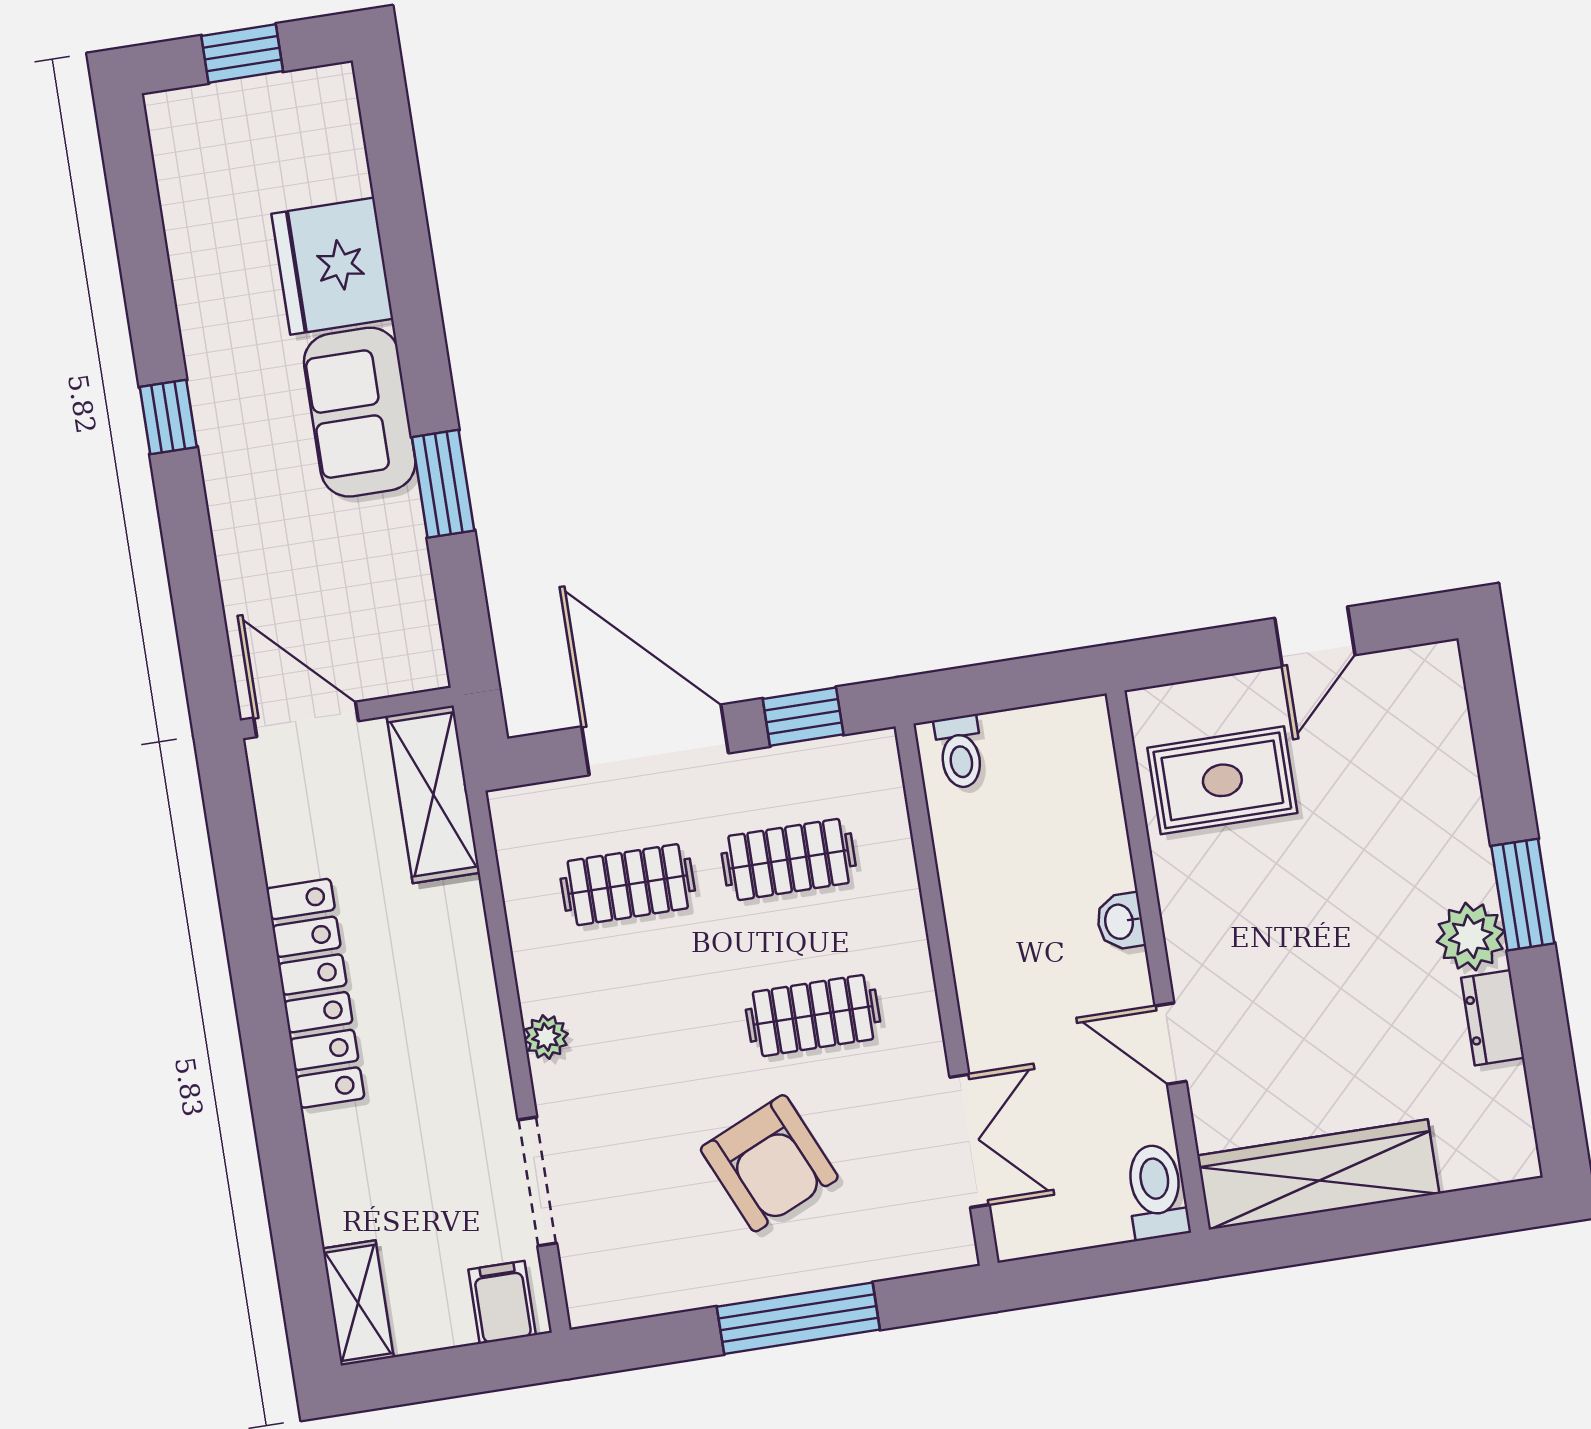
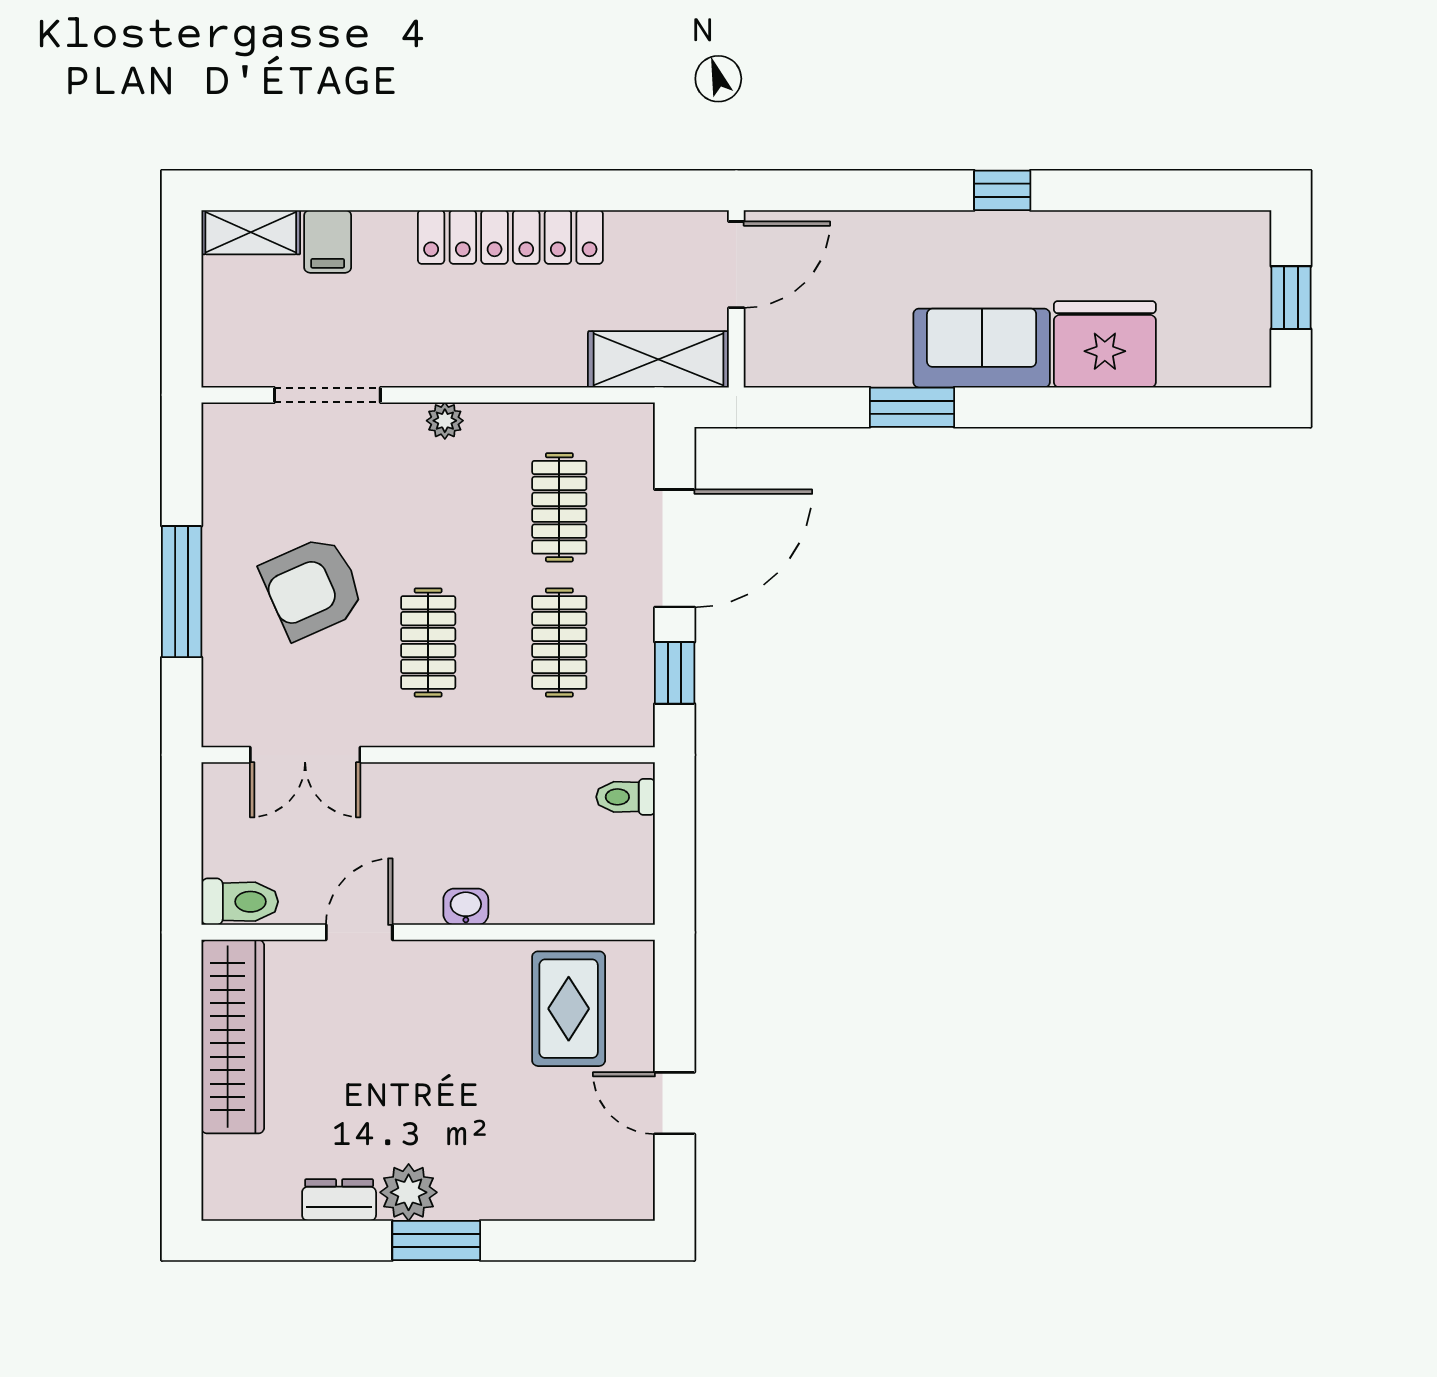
filing cabinet: (502, 1302) -> (328, 241), moved, turned 90

